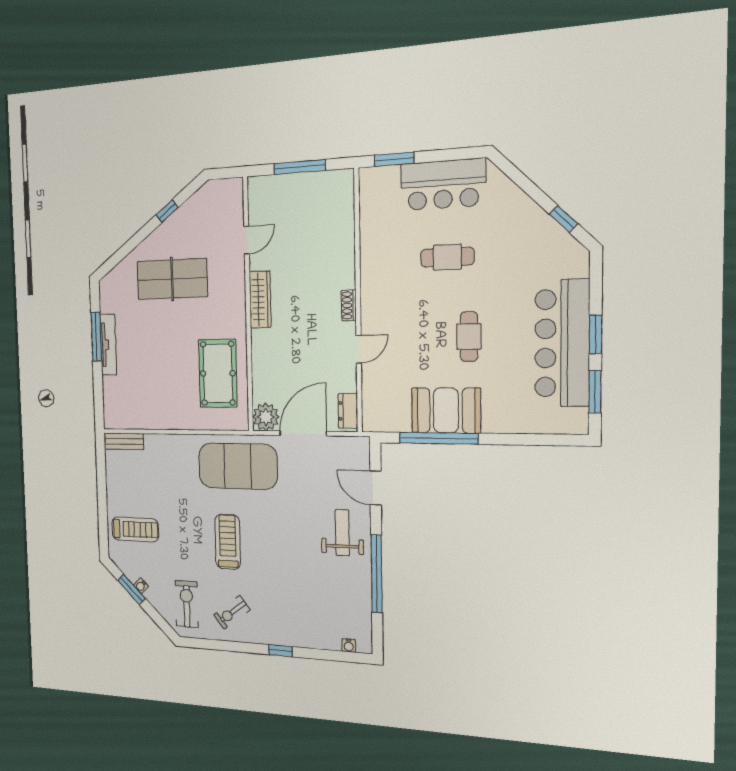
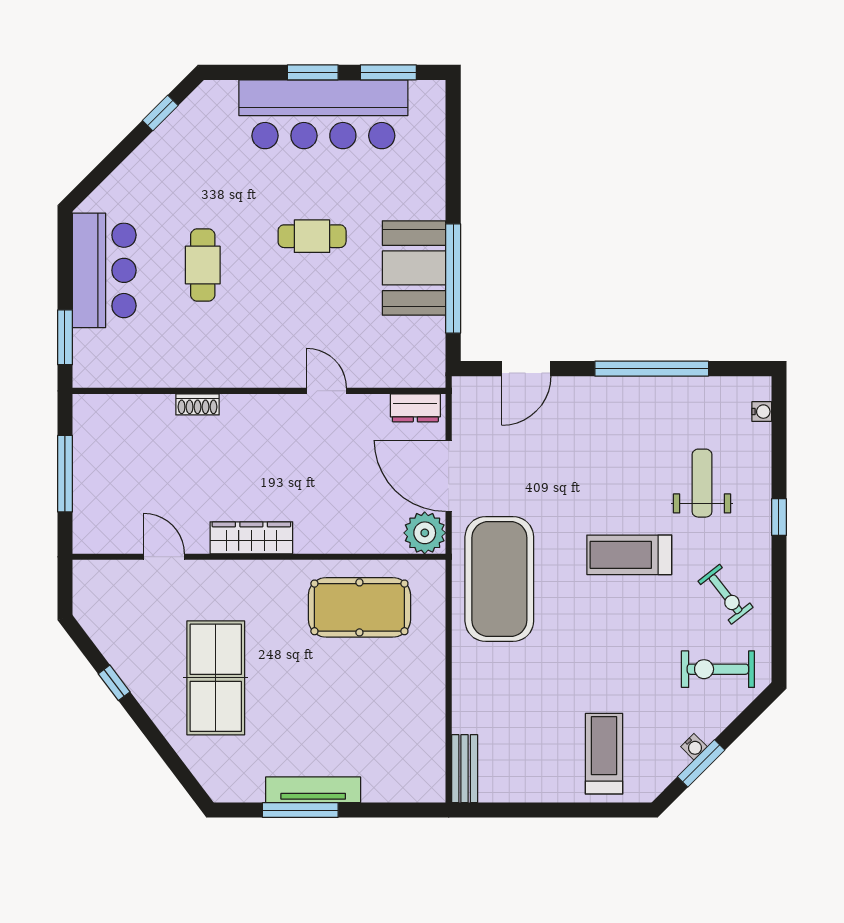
shoe rack: (349, 305) -> (198, 404), moved
weight bench: (342, 533) -> (702, 483), moved, turned 90
treadmill: (228, 542) -> (629, 555), moved

